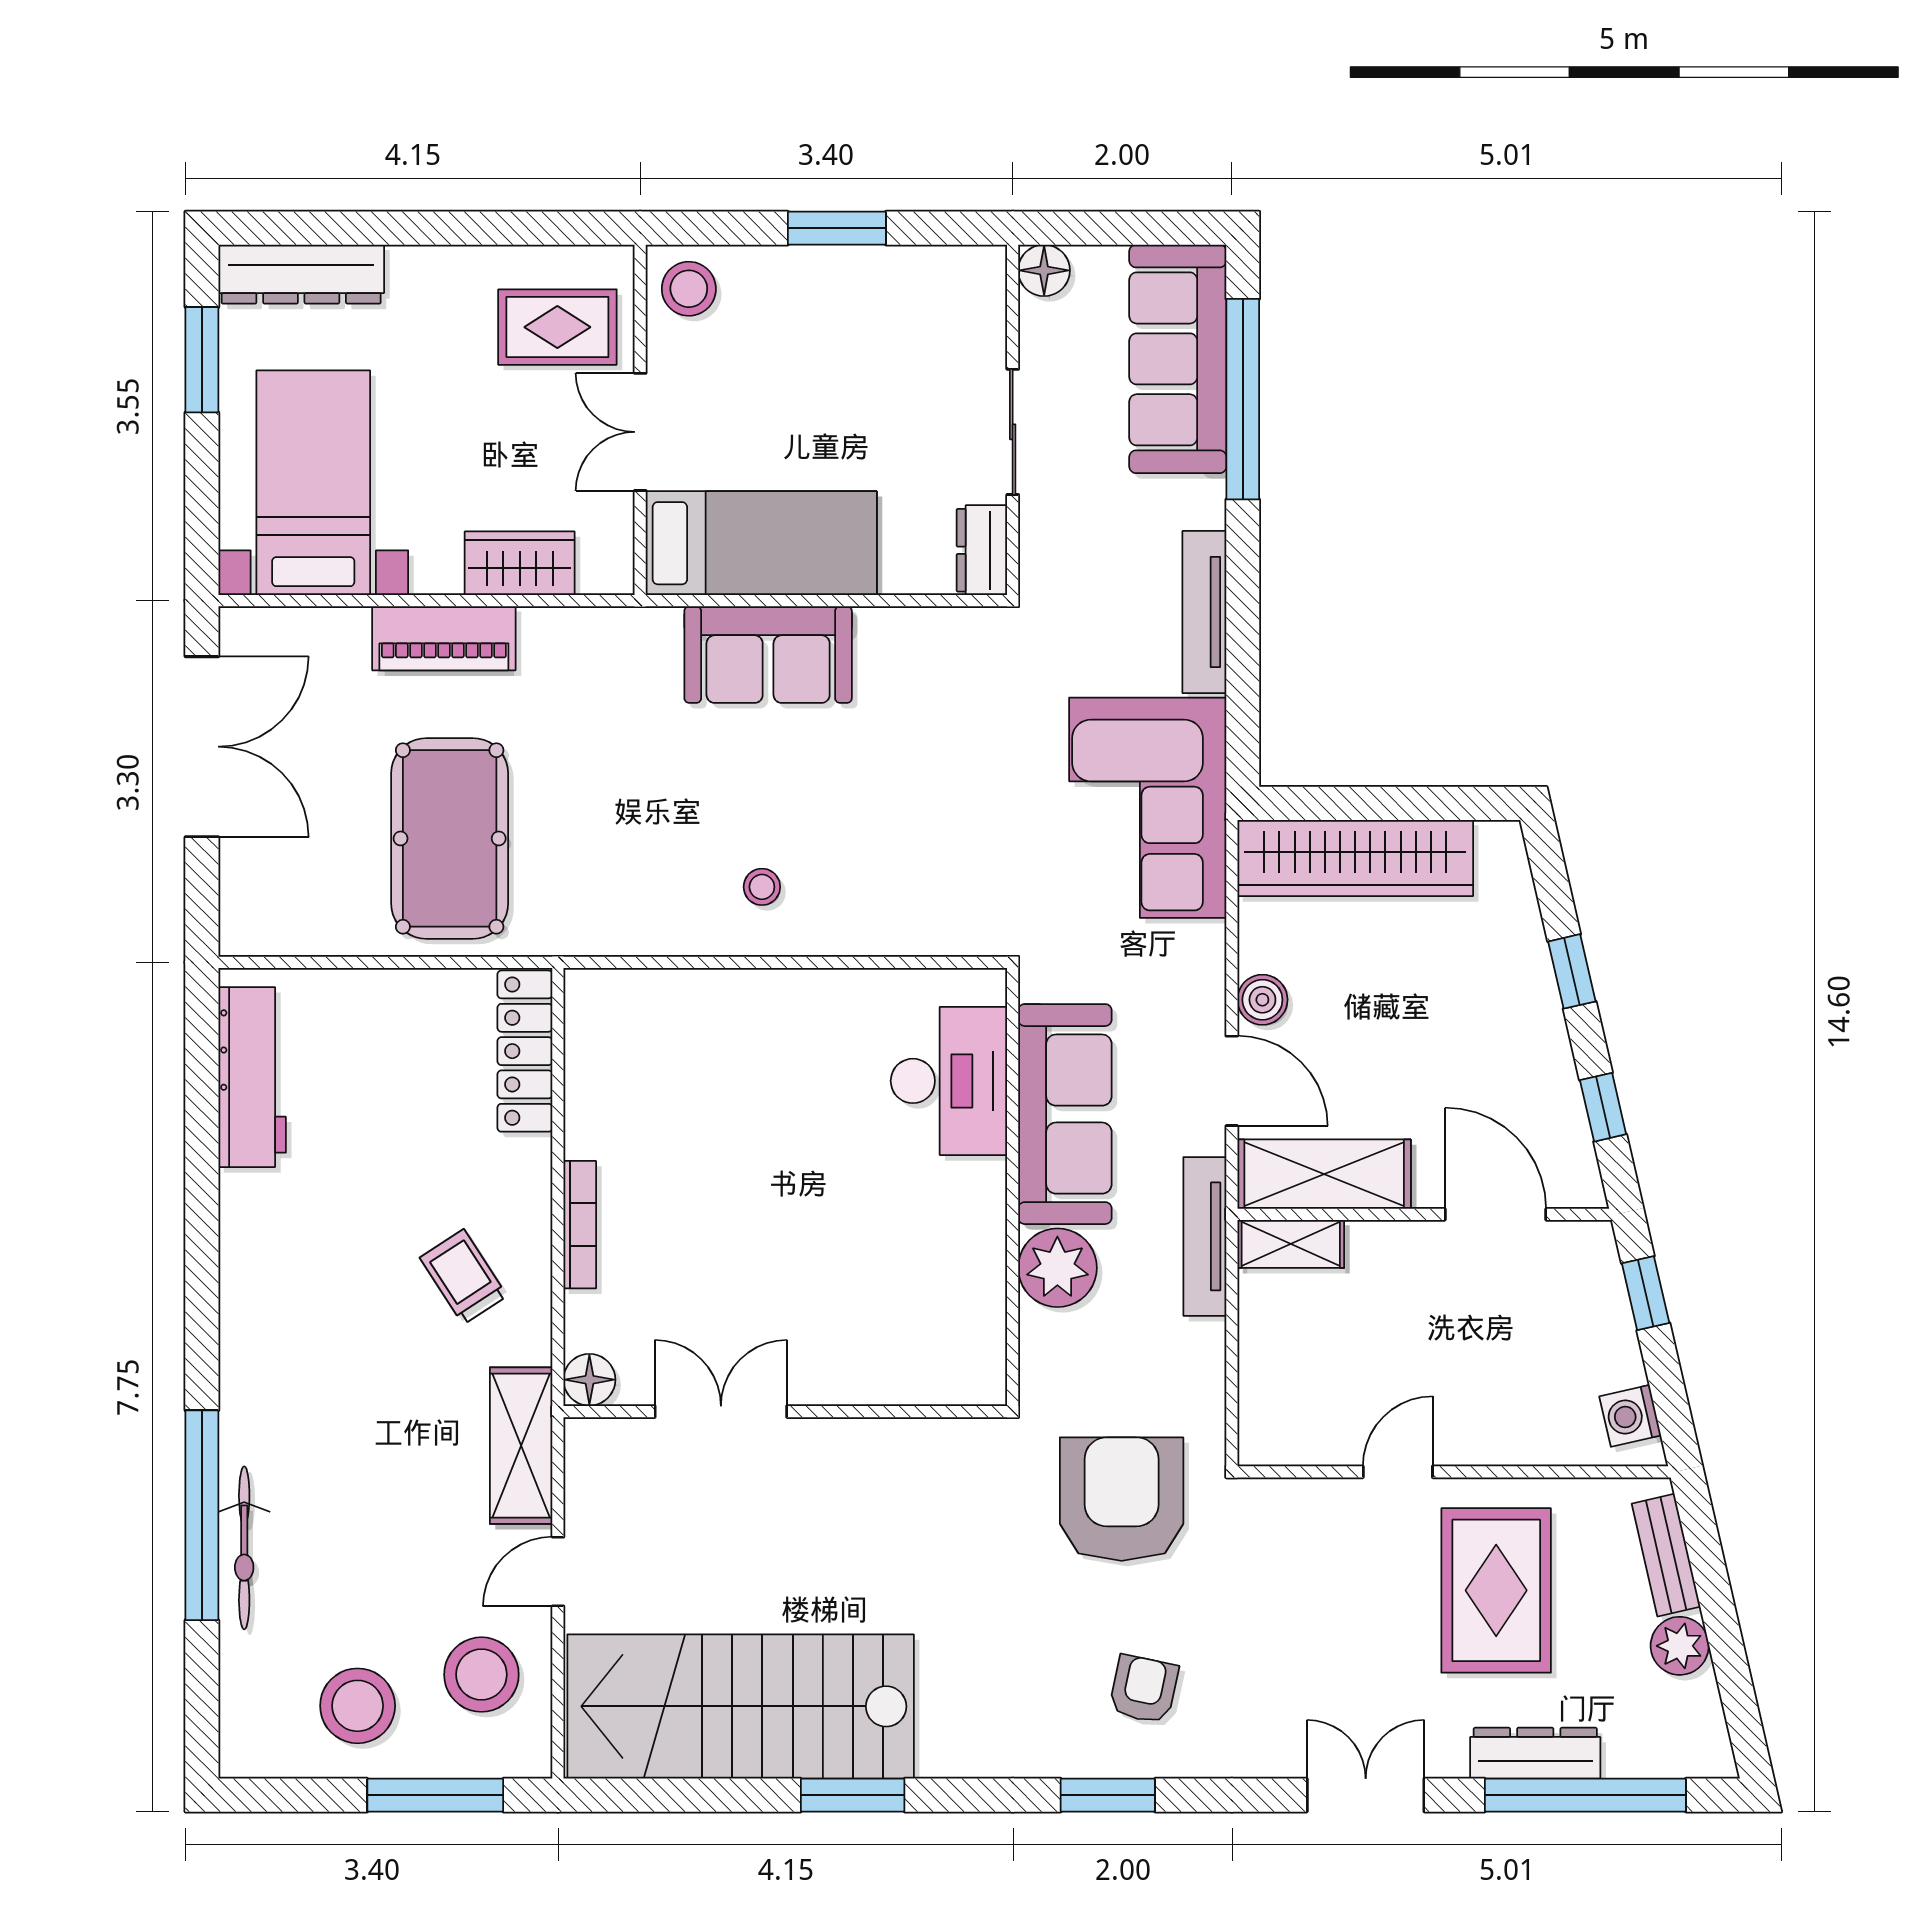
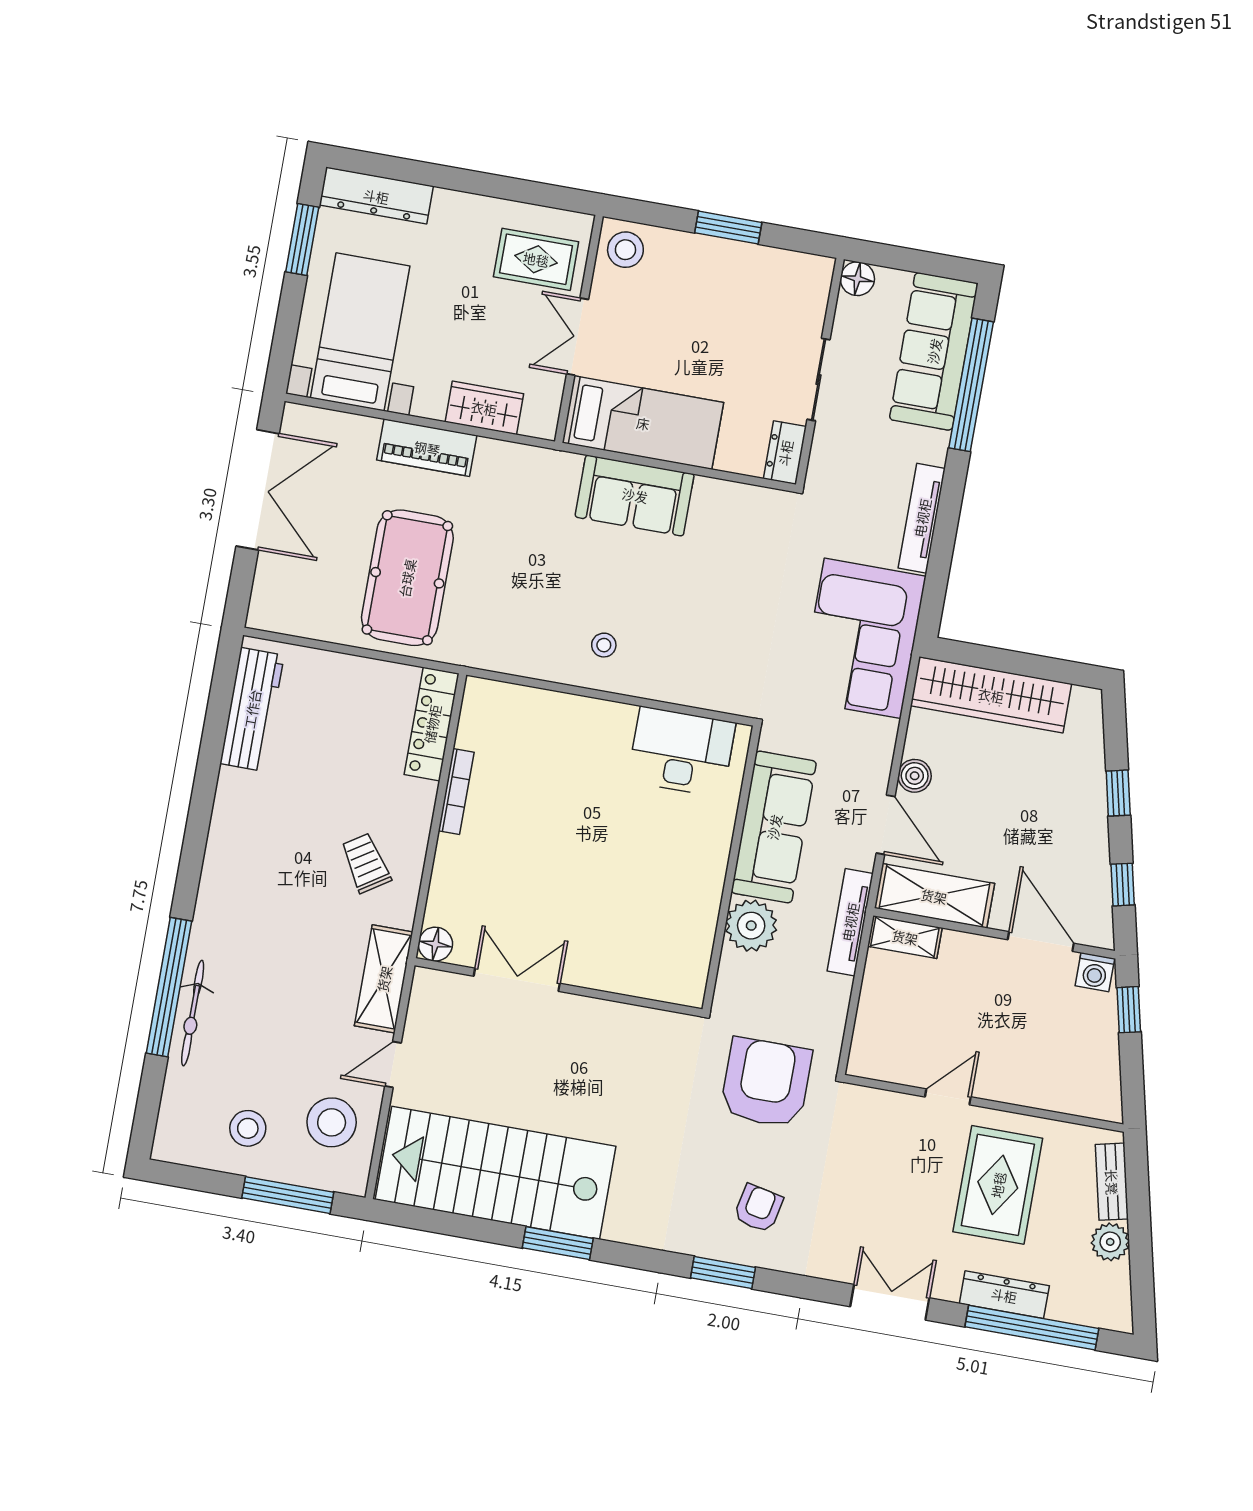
desk: (949, 1081) -> (682, 752), moved, turned -90
bookcase: (580, 1225) -> (456, 792), moved
washing machine: (1630, 1416) -> (1095, 972), moved, turned -77
stool: (358, 1706) -> (248, 1128), width x0.73, depth x0.73

